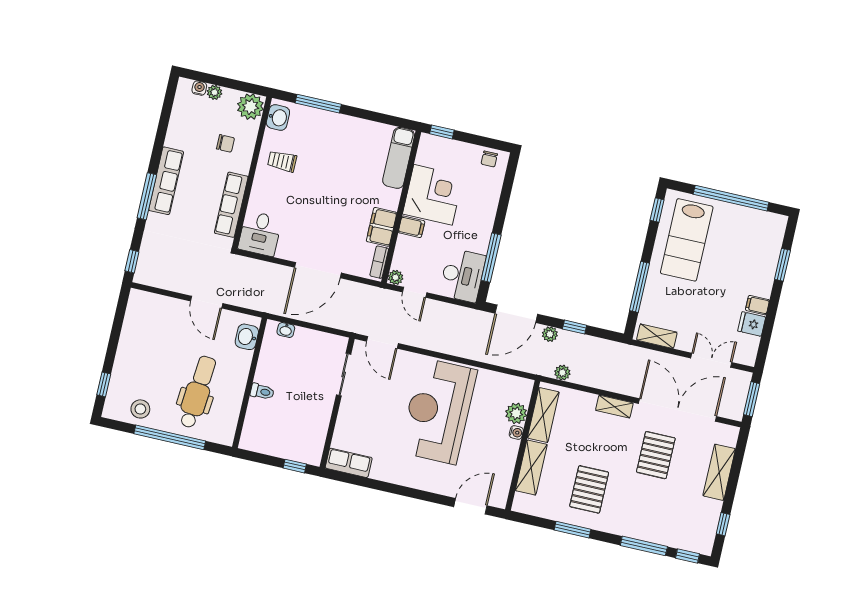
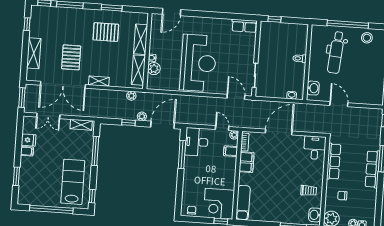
corner desk: (433, 195) -> (219, 204), moved
filing cabinet: (412, 227) -> (231, 151), moved
pallet: (589, 489) -> (106, 32), turned 90

